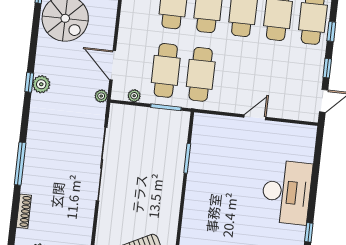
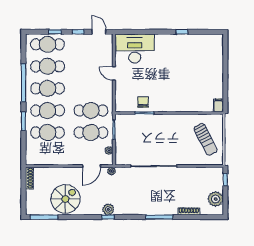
chair: (205, 158) -> (143, 102), added
desk: (287, 192) -> (135, 49), moved

